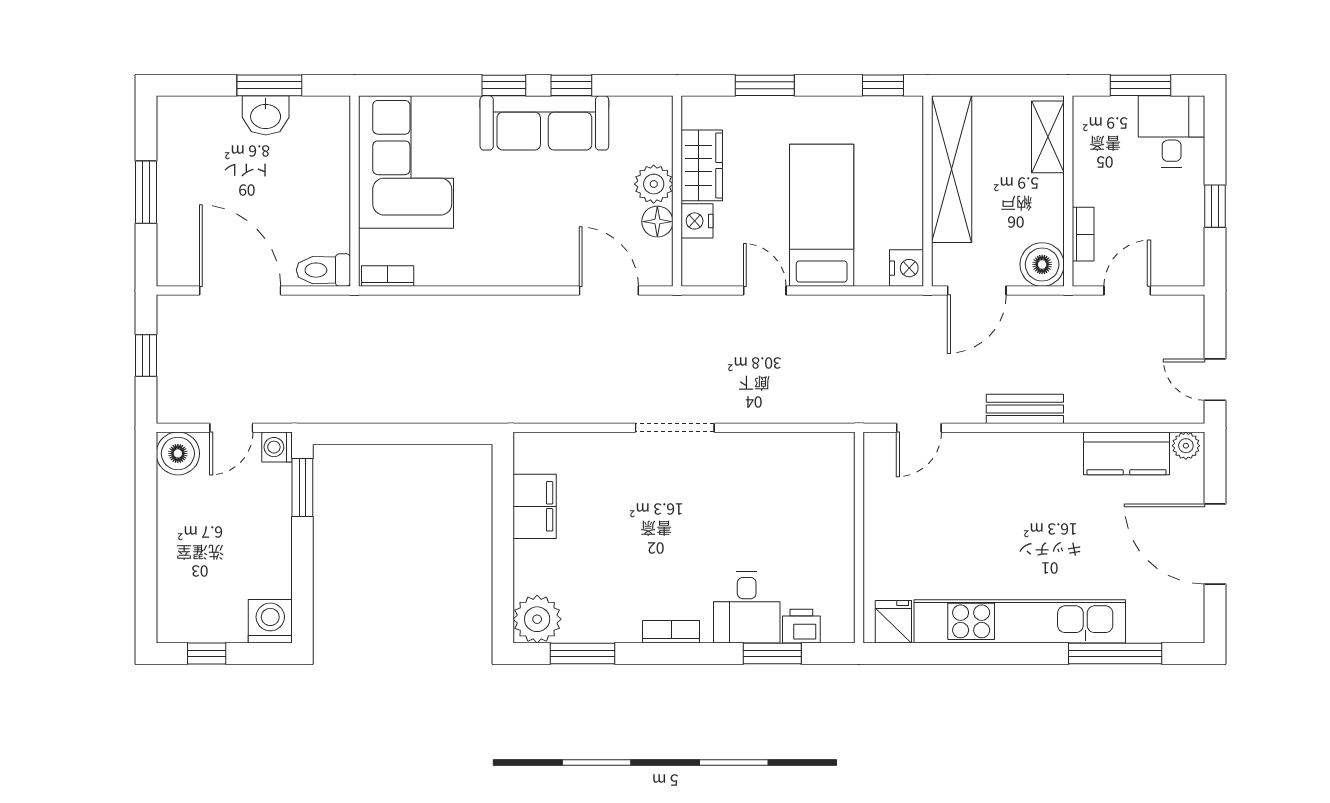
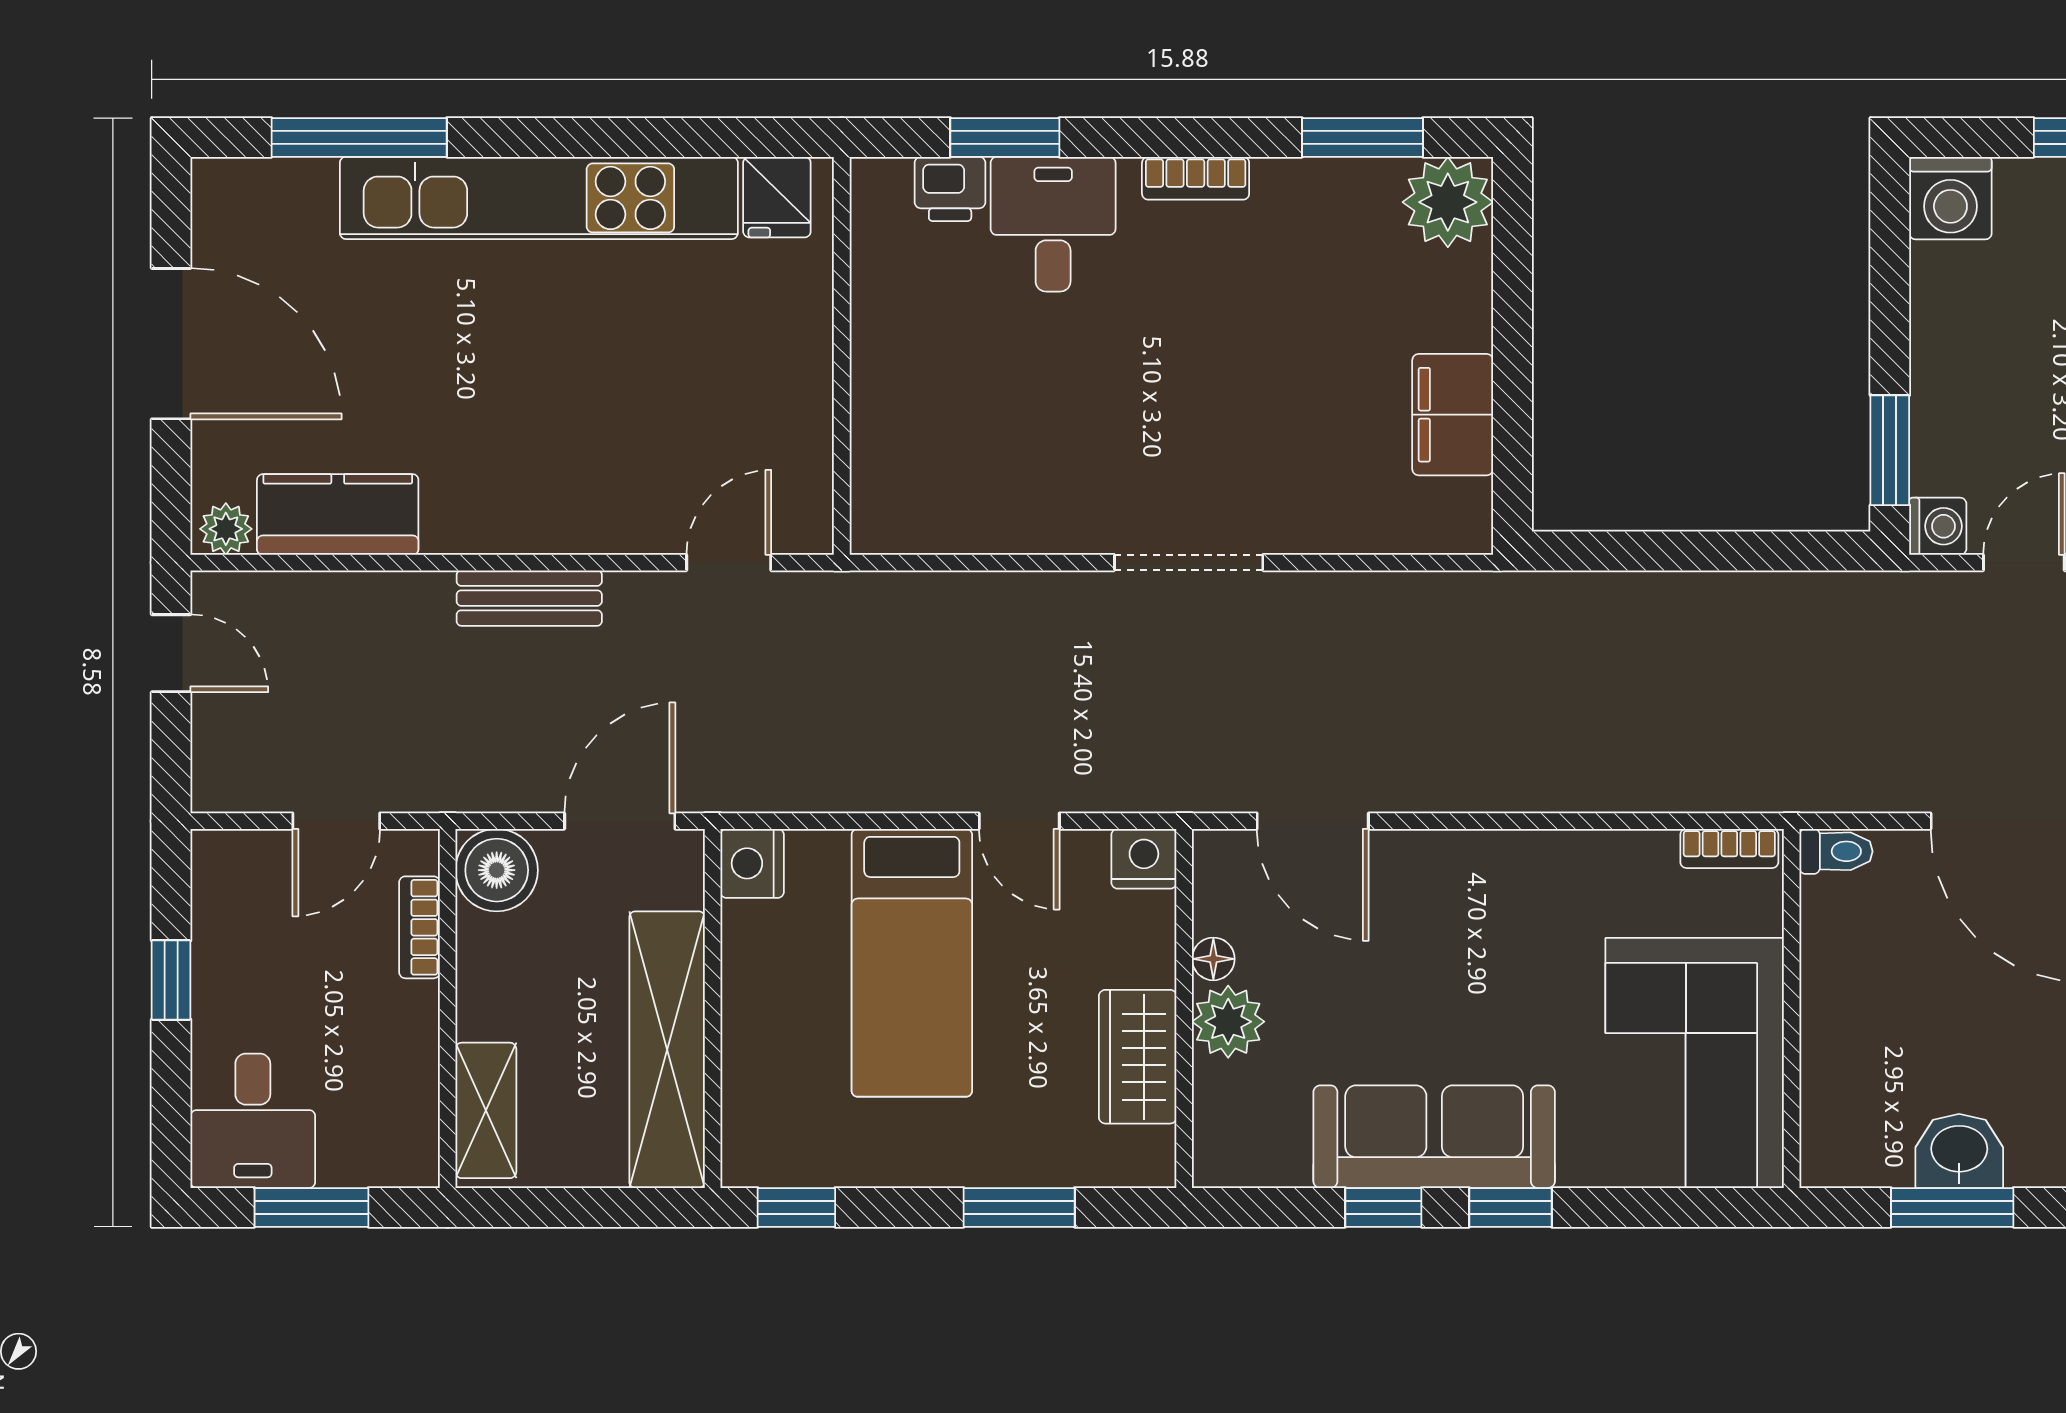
nightstand: (697, 221) -> (1144, 859), moved, turned -90
floor lamp: (657, 222) -> (1213, 959), width x0.73, depth x0.73
toilet: (323, 270) -> (1836, 851), width x0.73, depth x0.72

